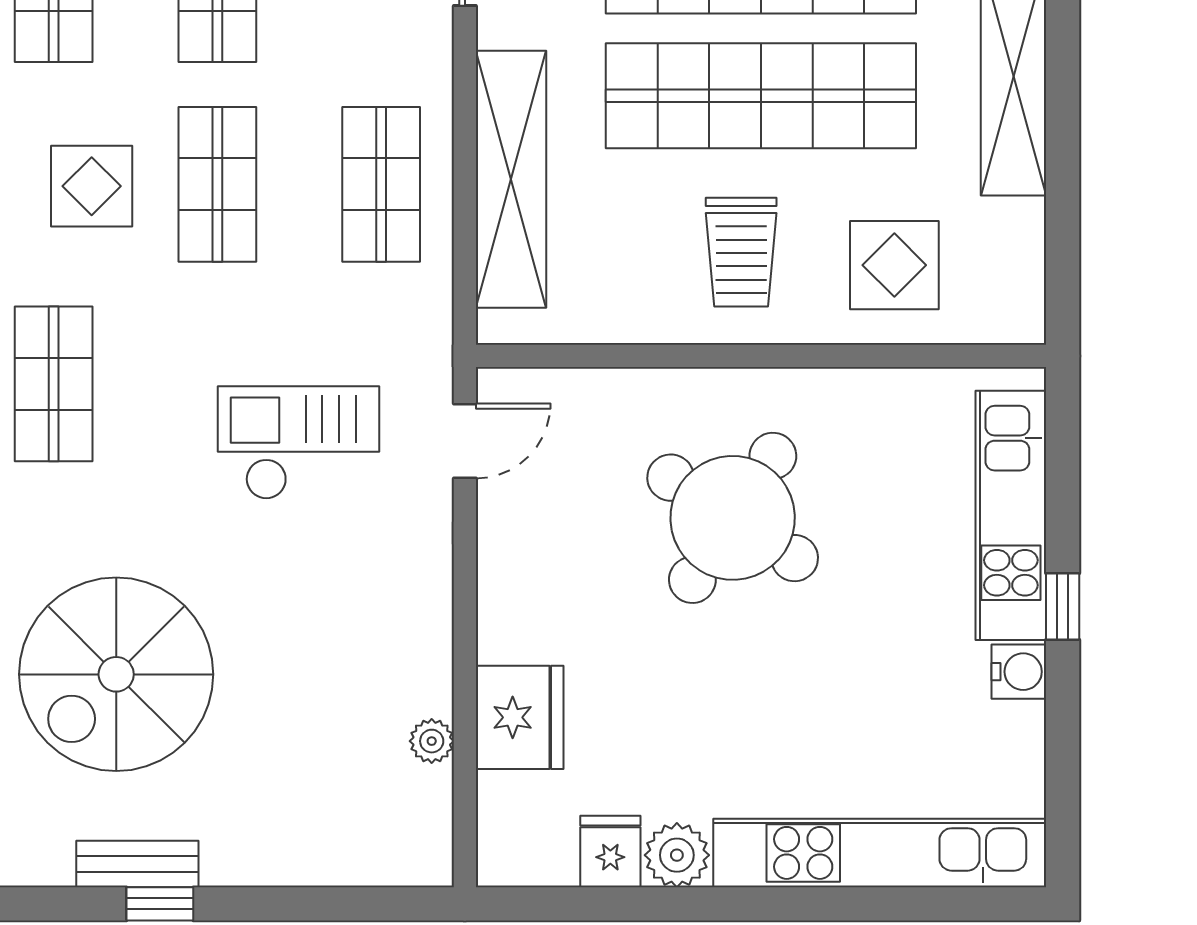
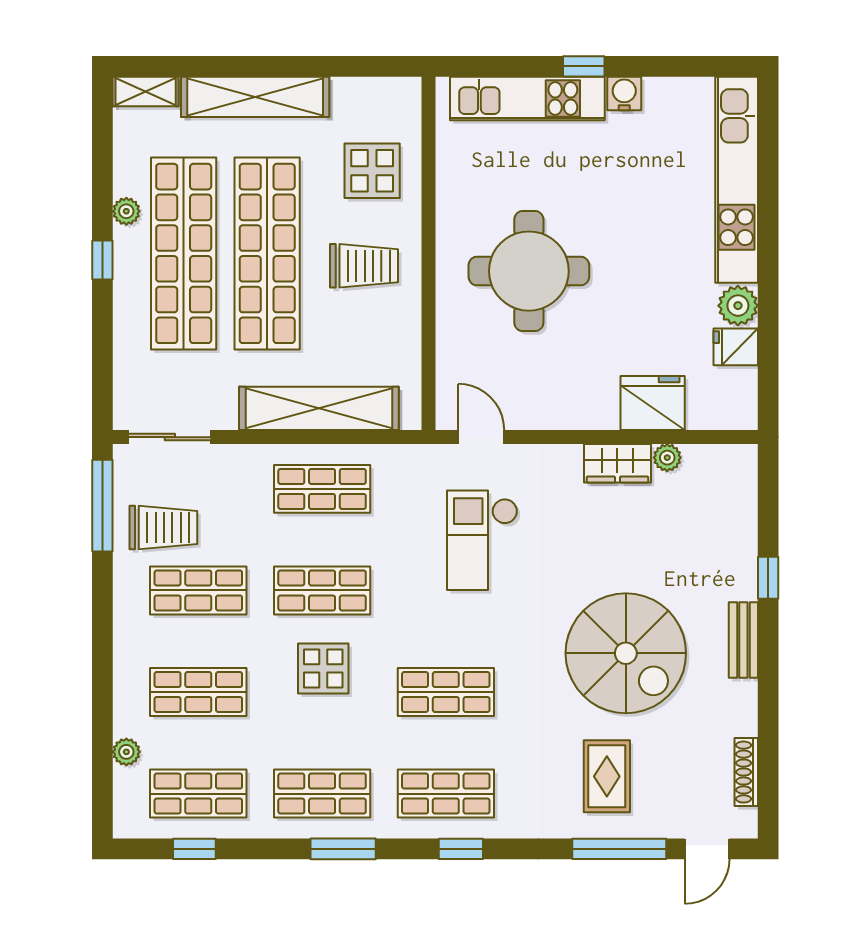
round table: (733, 518) -> (529, 271), turned -33
wardrobe: (423, 661) -> (617, 463), added
window: (160, 904) -> (768, 578), moved

